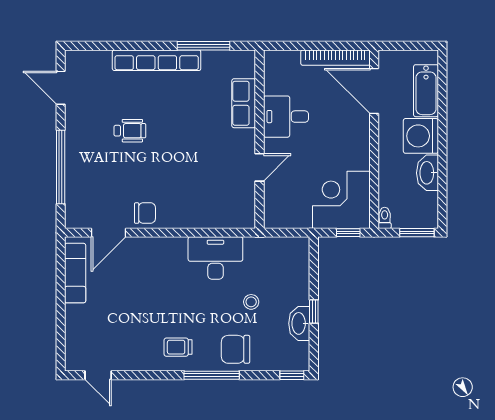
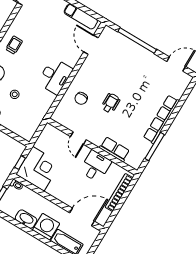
bookcase: (335, 58) -> (119, 192), moved
wheelchair: (130, 131) -> (111, 103), moved, turned 180
chair: (145, 213) -> (81, 98), moved
desk: (215, 258) -> (55, 76), moved

